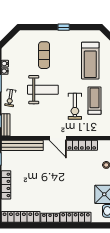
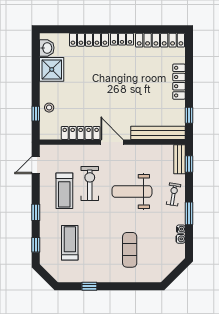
window: (64, 27) -> (89, 286), moved
treadmill: (90, 61) -> (70, 243), width x0.73, depth x0.73
weight bench: (43, 90) -> (132, 191), moved

